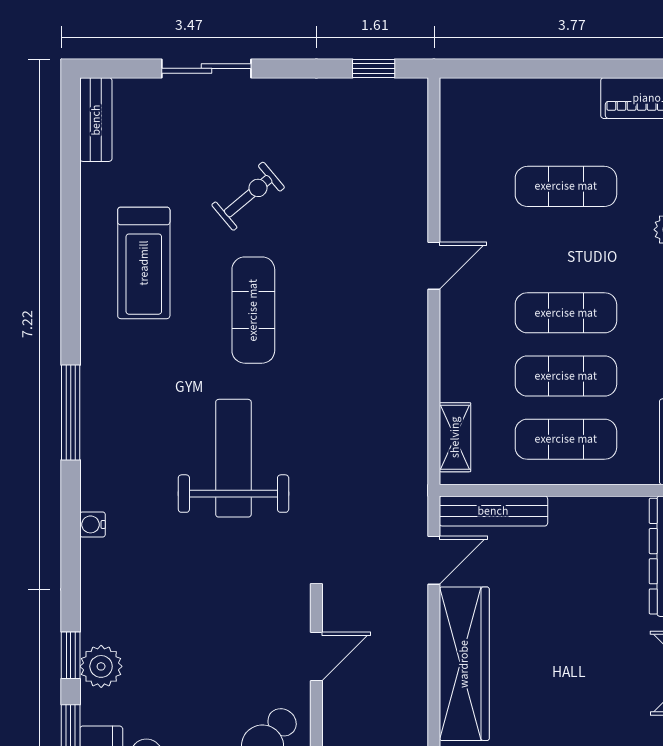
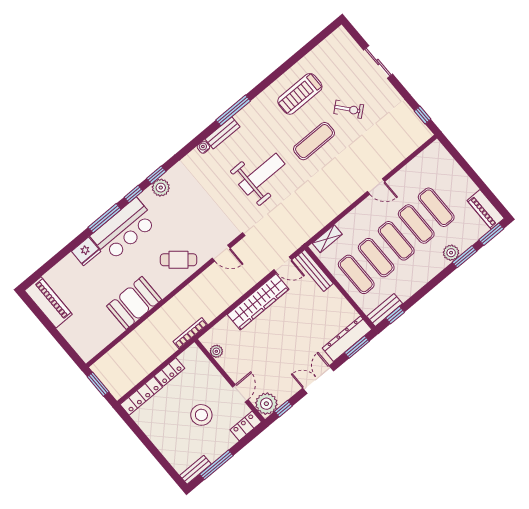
bench: (96, 120) -> (223, 133), moved
exercise mat: (566, 250) -> (416, 224), added

